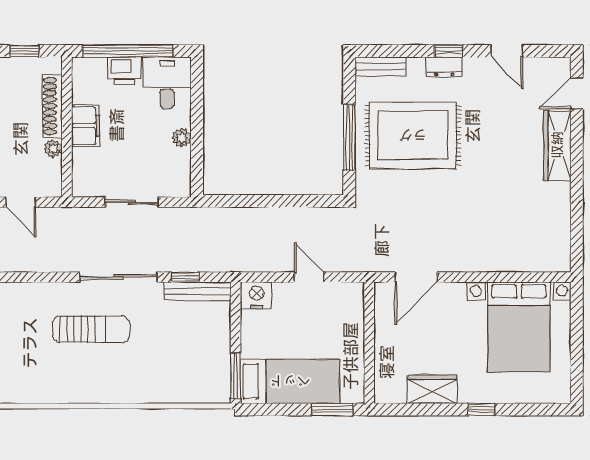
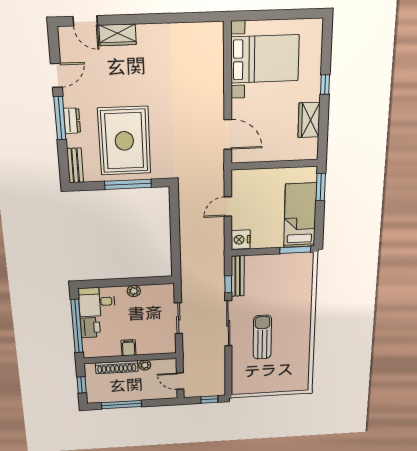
window: (449, 51) -> (60, 118), width x2.17
filing cabinet: (86, 126) -> (129, 348), width x0.50
wardrobe: (557, 145) -> (118, 35), width x0.67
door: (21, 202) -> (180, 381), swing flipped

